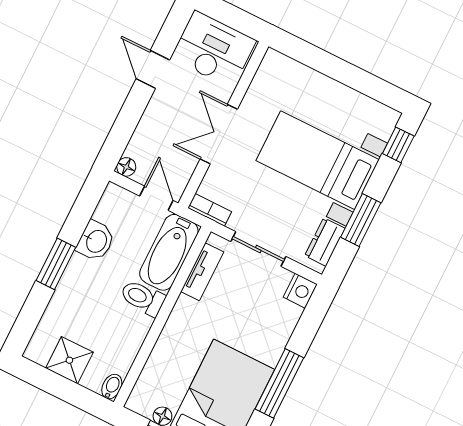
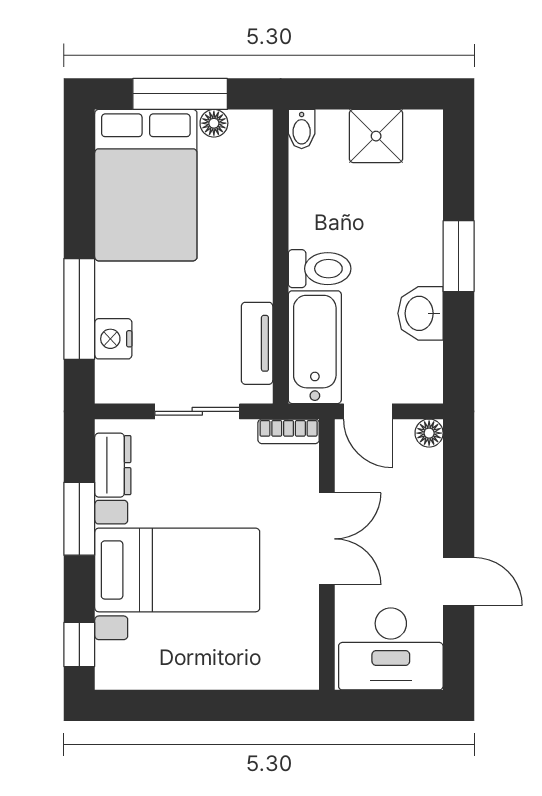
nightstand: (300, 291) -> (113, 339), moved
window: (279, 383) -> (79, 309), moved

